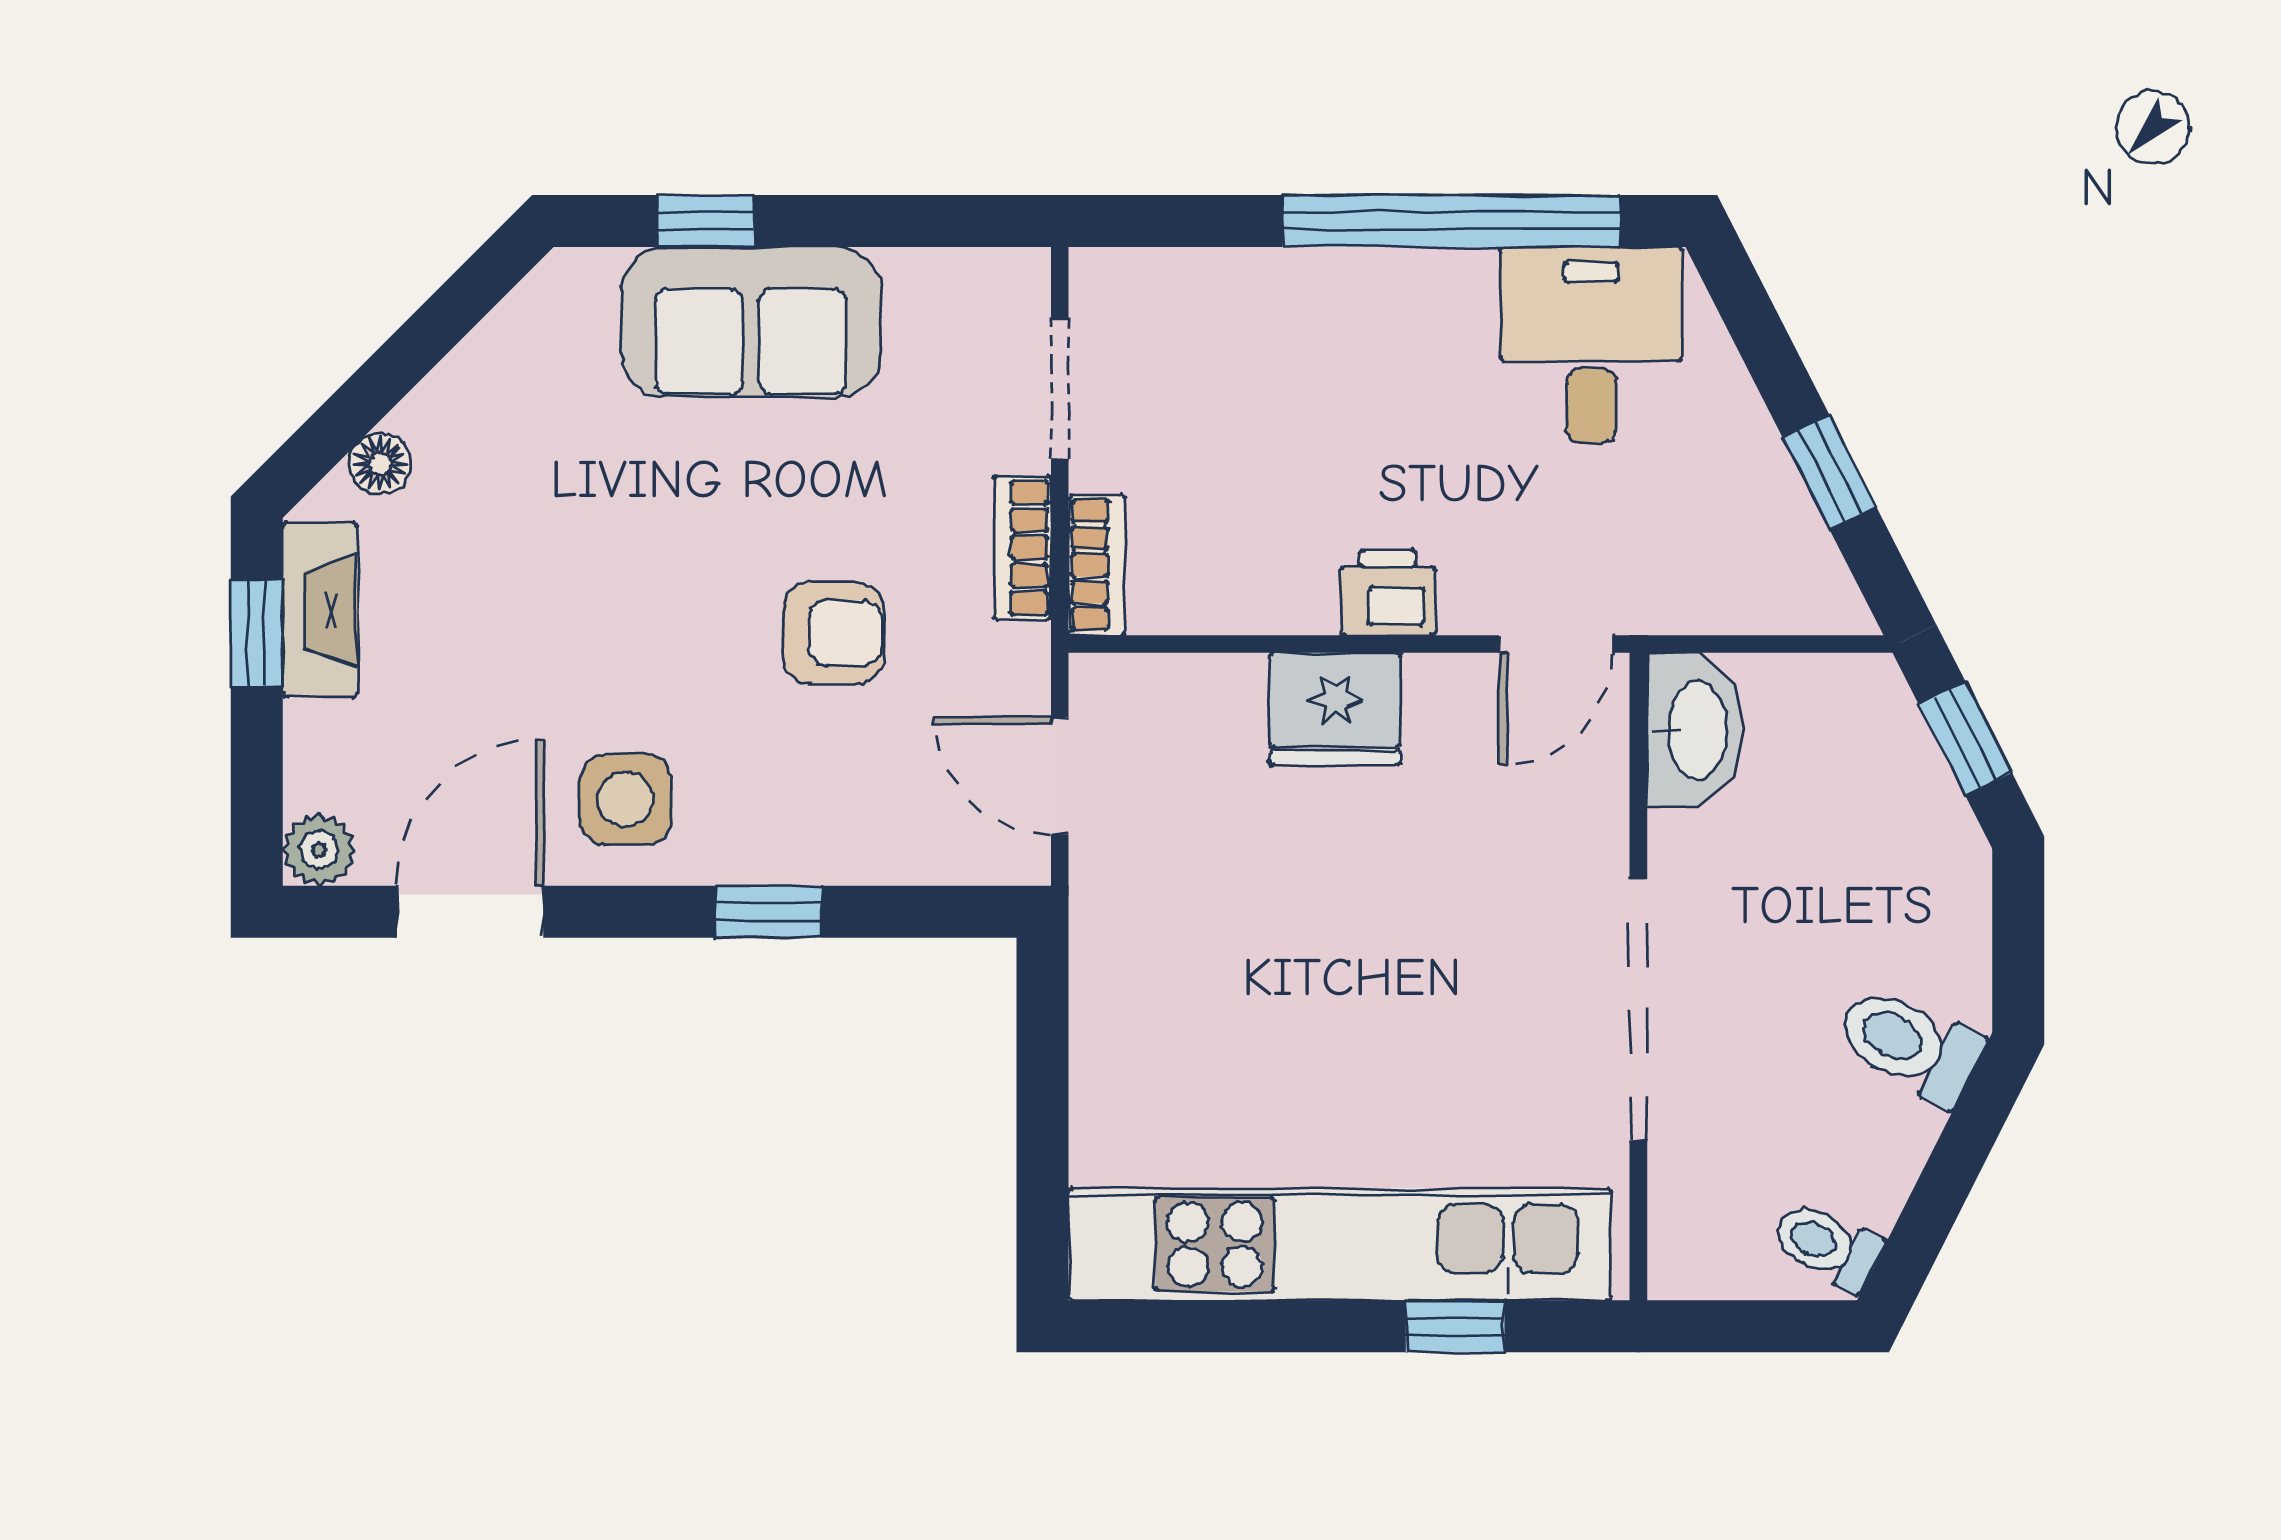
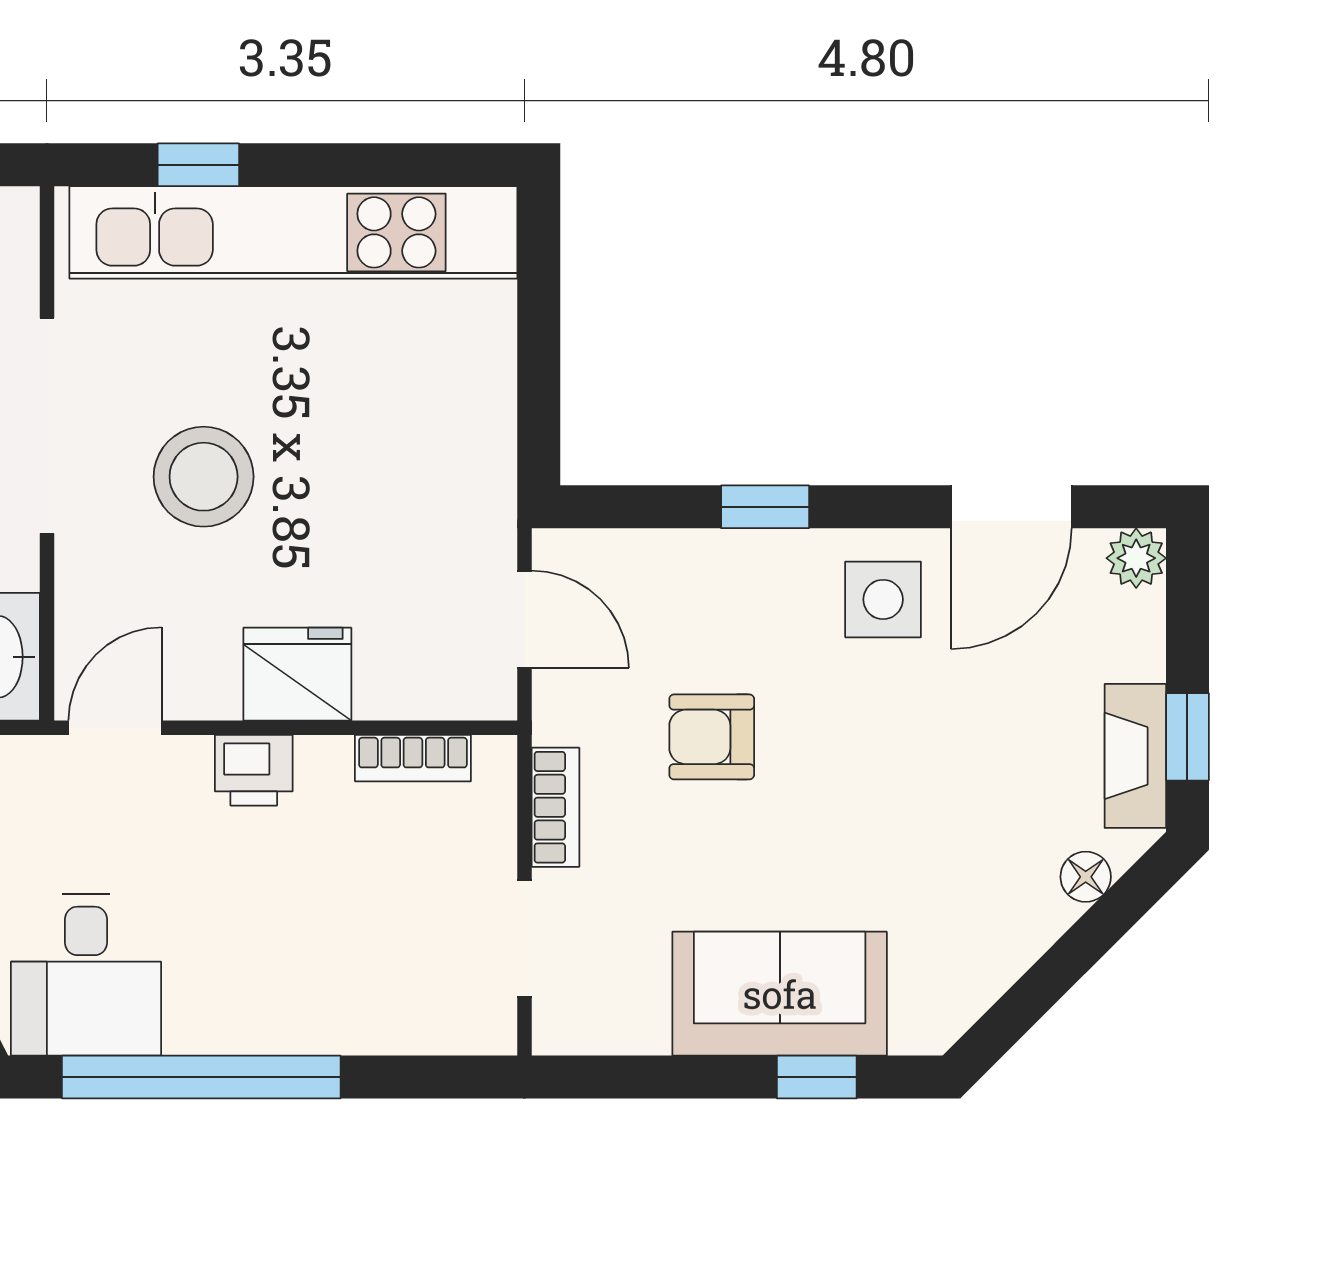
bookcase: (1097, 565) -> (413, 758), moved, turned -90
stool: (1449, 948) -> (204, 477), added

